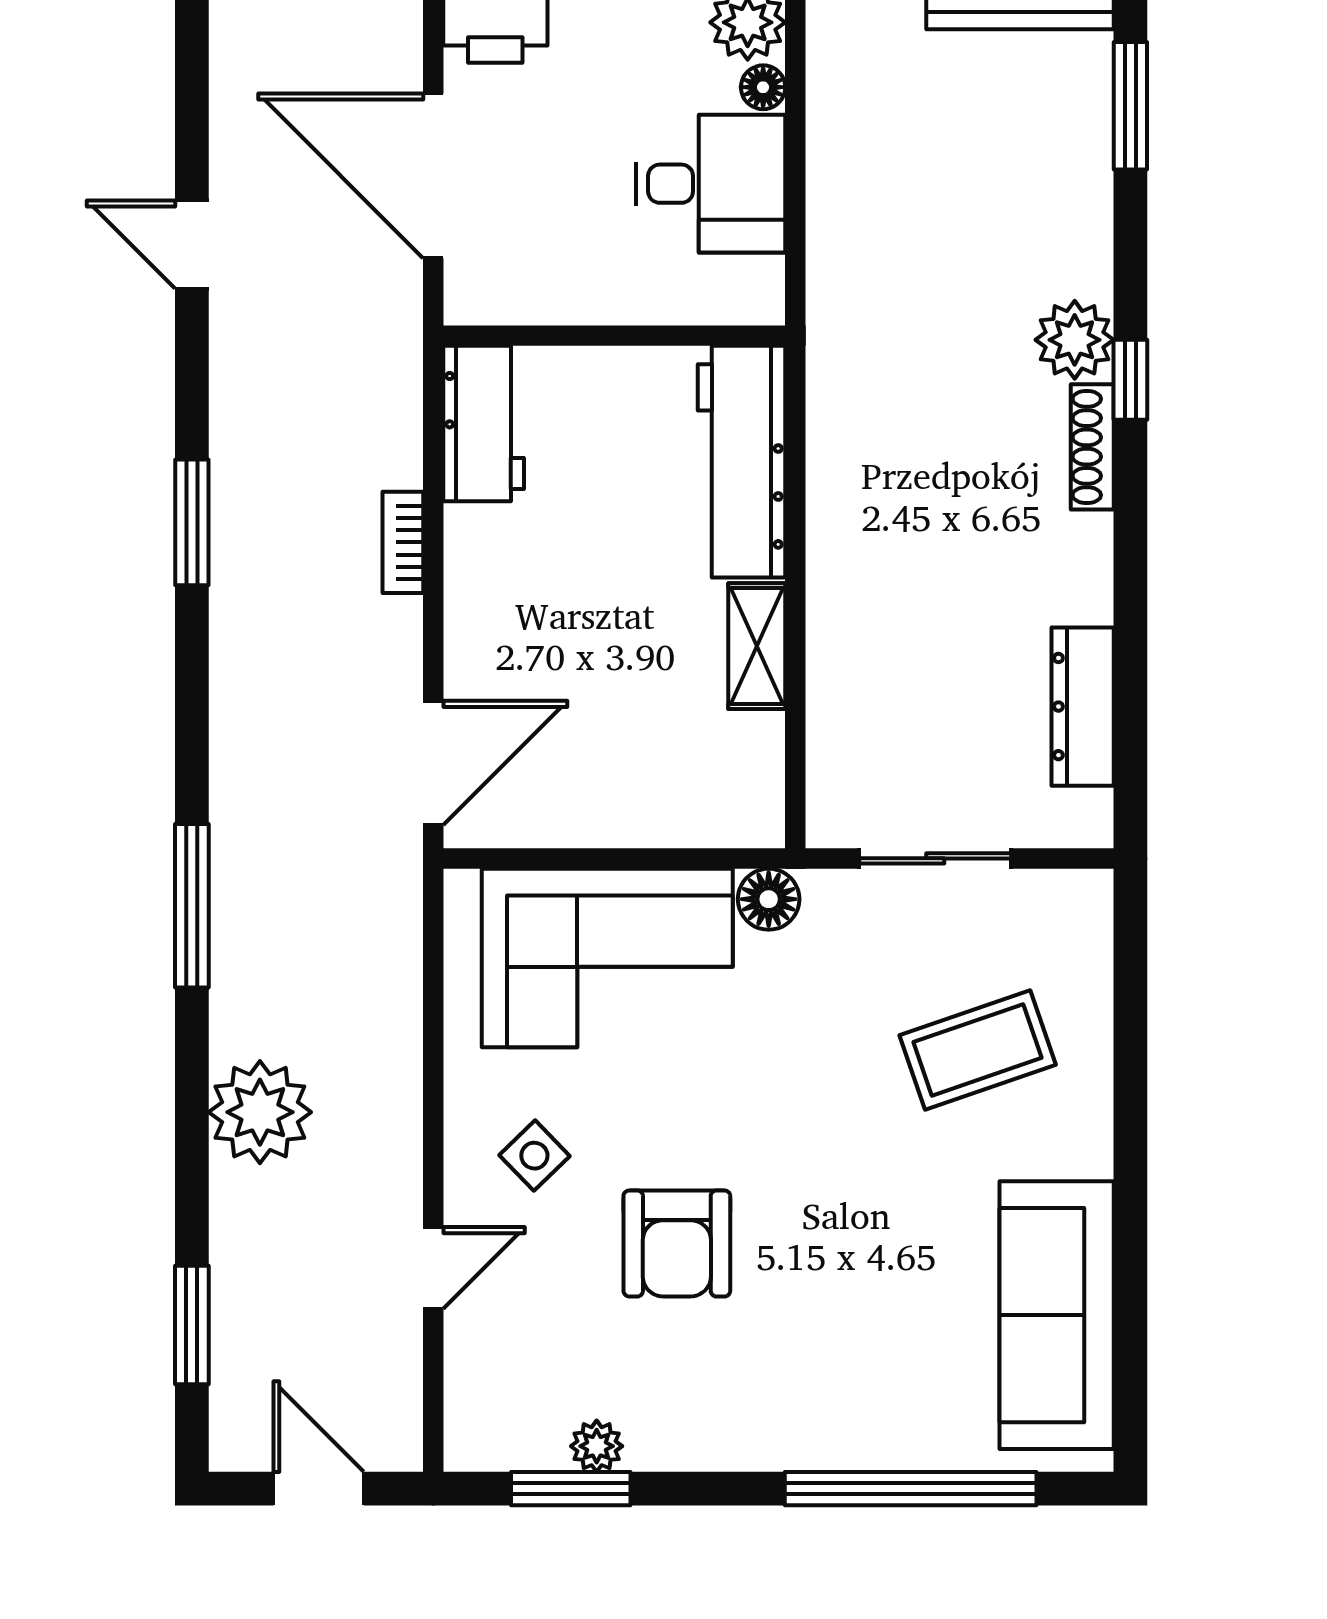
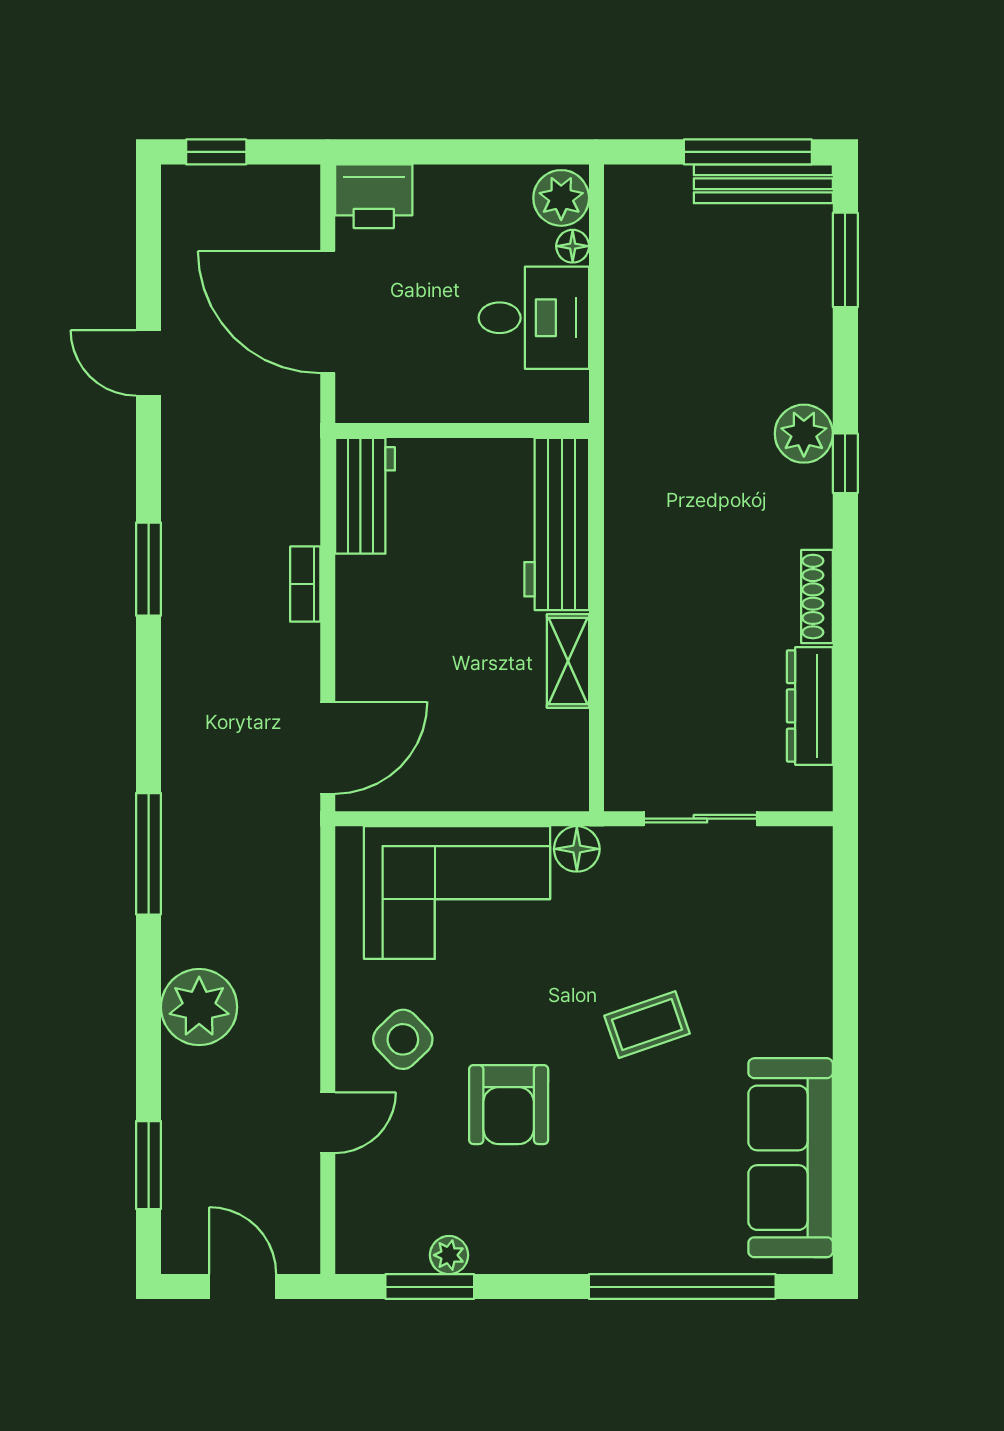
shoe rack: (1092, 447) -> (817, 597), moved
coffee table: (978, 1050) -> (647, 1025), moved, width x0.73, depth x0.77
side table: (534, 1156) -> (403, 1039), width x1.37, depth x1.37

